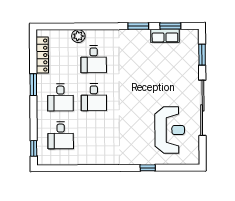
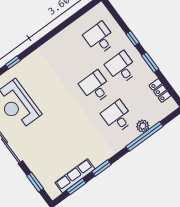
window: (83, 26) -> (144, 136), added
row of seats: (165, 36) -> (75, 176), width x1.48
locker: (42, 55) -> (160, 91), width x0.66
window: (34, 148) -> (133, 38), moved

